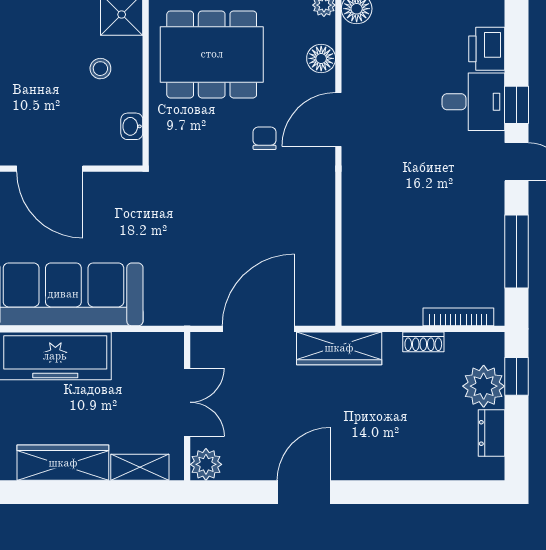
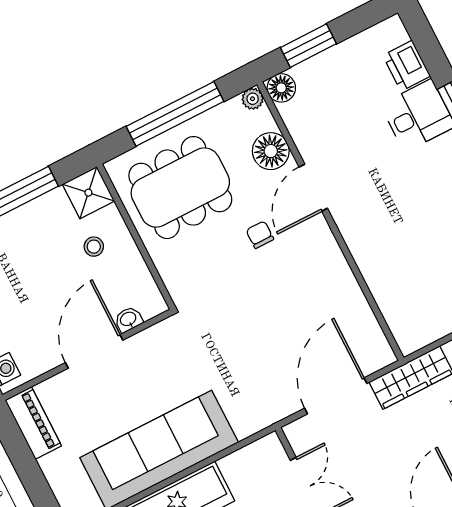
floor lamp: (321, 58) -> (271, 151), width x1.38, depth x1.38
washbasin: (132, 126) -> (128, 319), moved, turned 90
door: (50, 169) -> (94, 351), swing flipped

